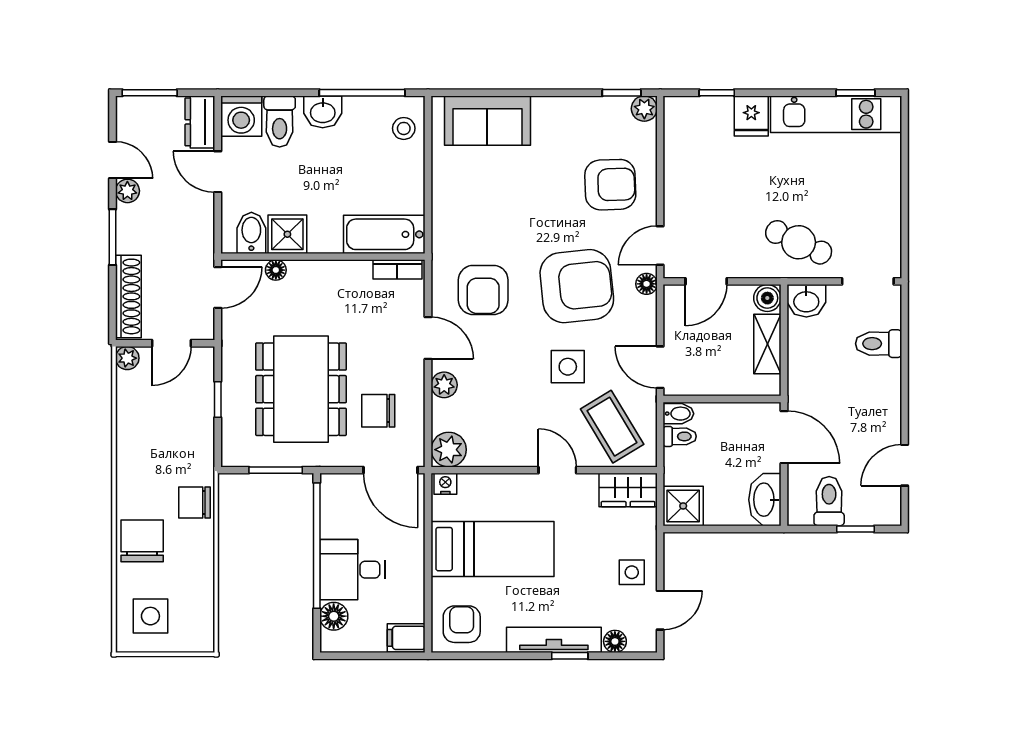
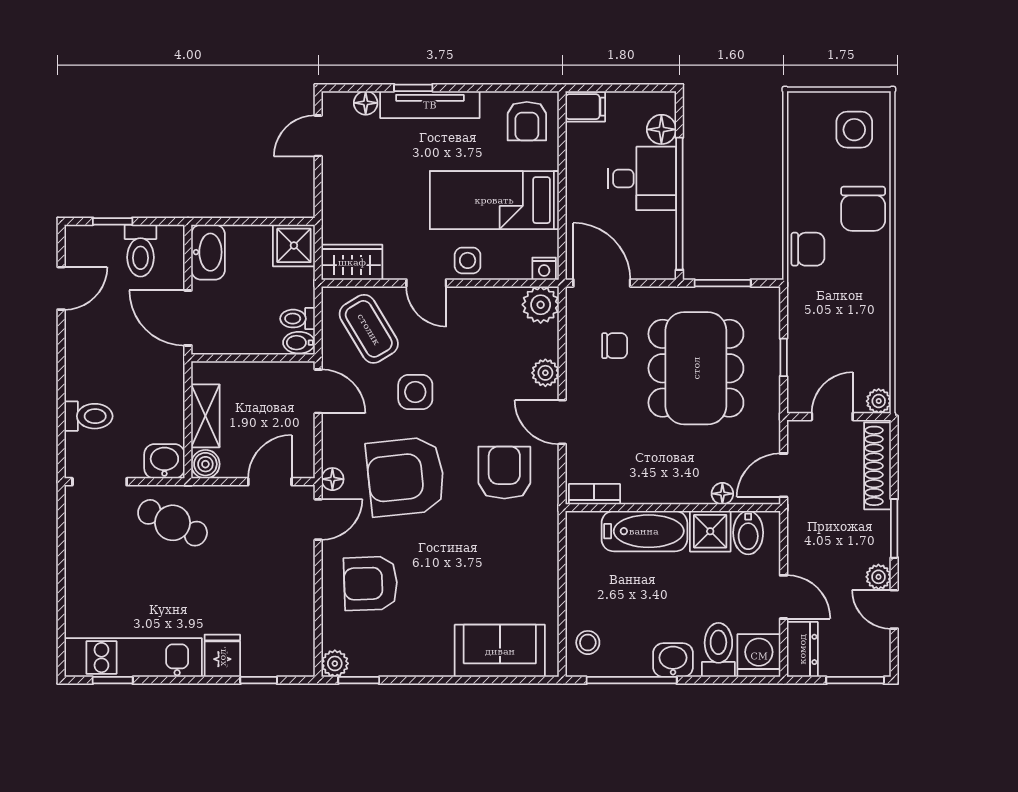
bathtub: (384, 234) -> (644, 531), moved
chair: (378, 411) -> (615, 346), width x0.73, depth x0.73
side table: (632, 572) -> (468, 260), moved

